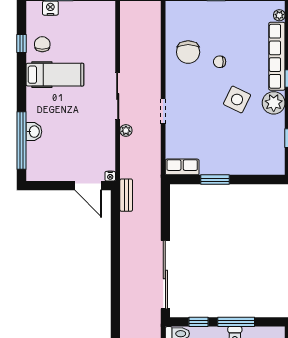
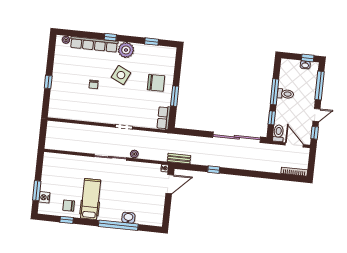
chair: (188, 52) -> (156, 83), moved
window: (22, 140) -> (118, 225), moved
window: (115, 247) -> (214, 170), added

